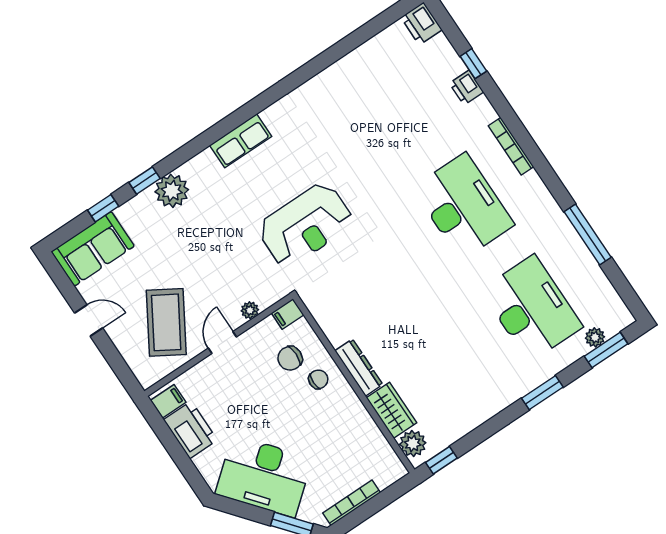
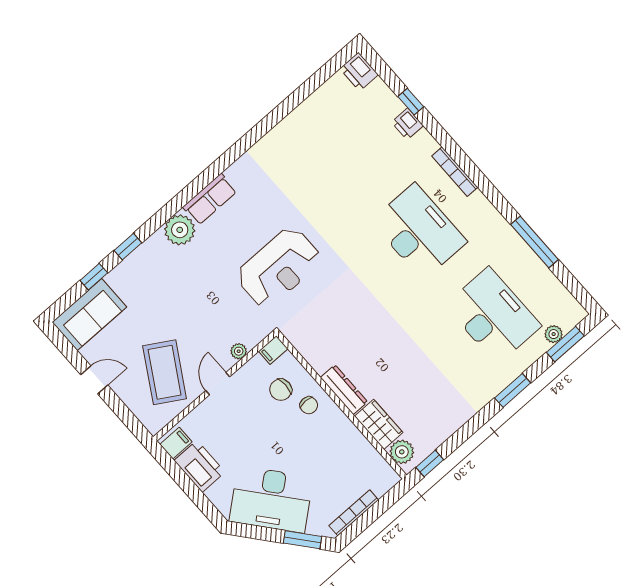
plant: (172, 191) -> (180, 230), moved
chair: (318, 379) -> (309, 405), turned 90

